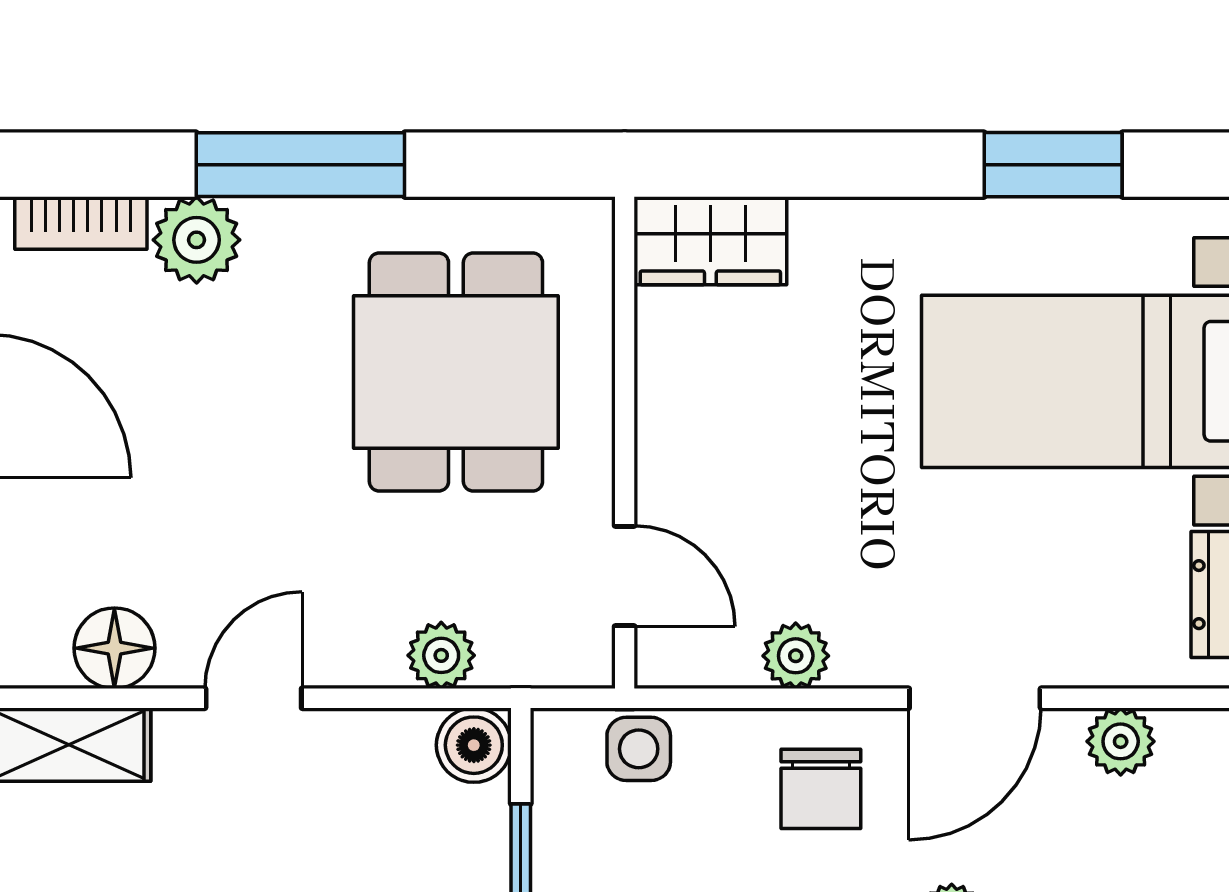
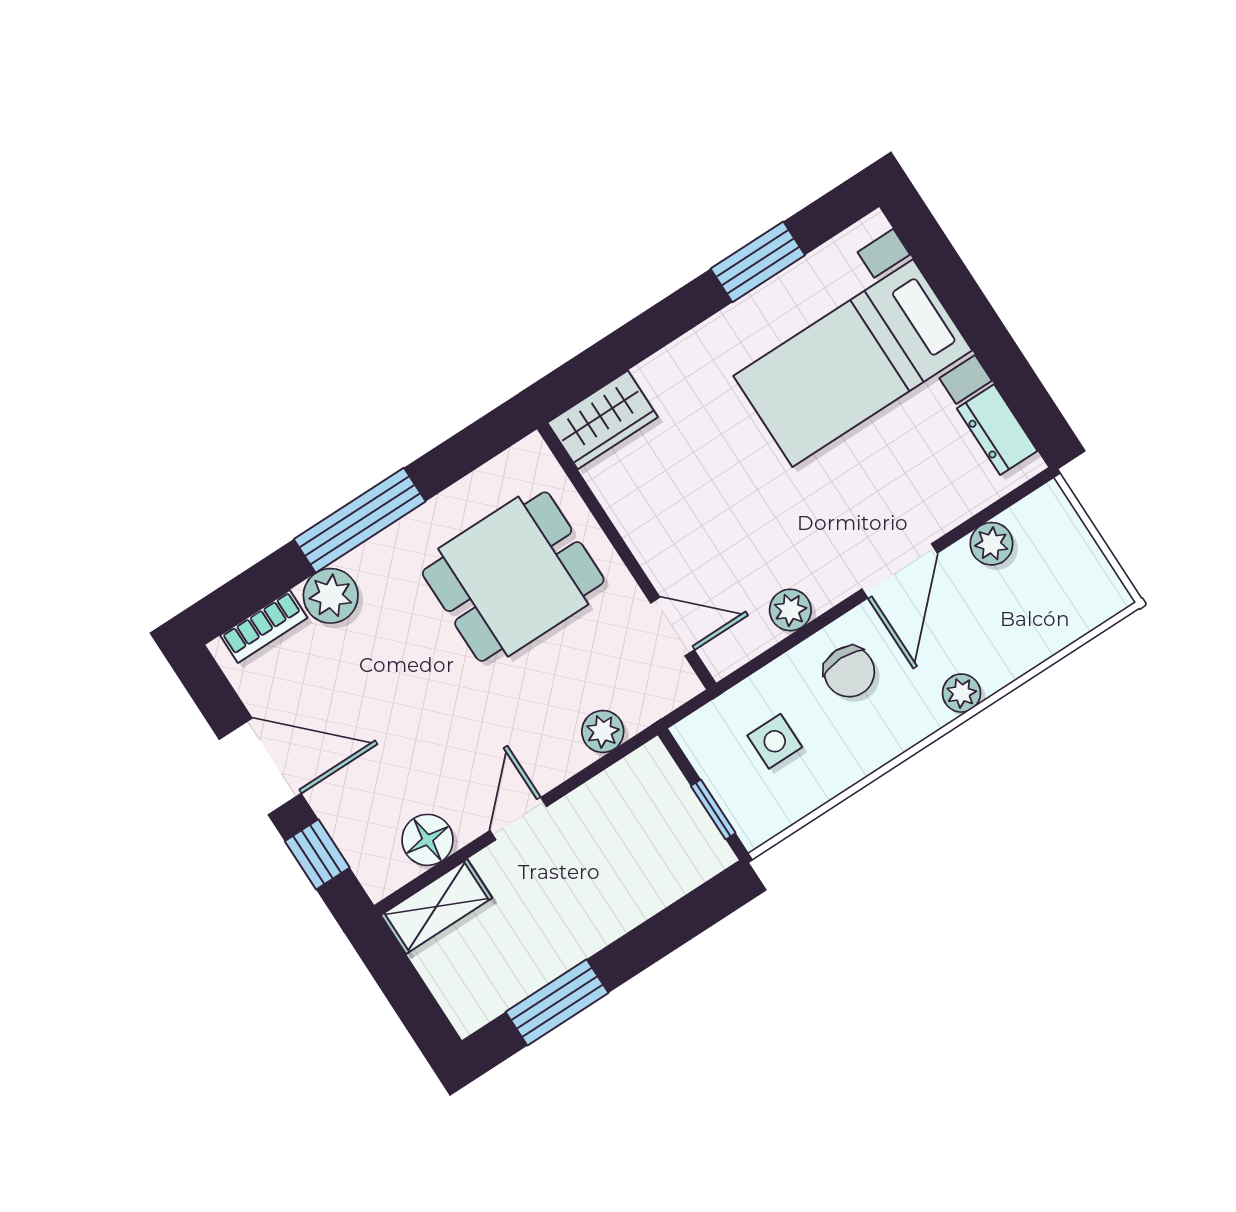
dining table: (456, 372) -> (513, 577), turned 90
boiler: (474, 745) -> (651, 768), removed
side table: (639, 749) -> (775, 741), moved

